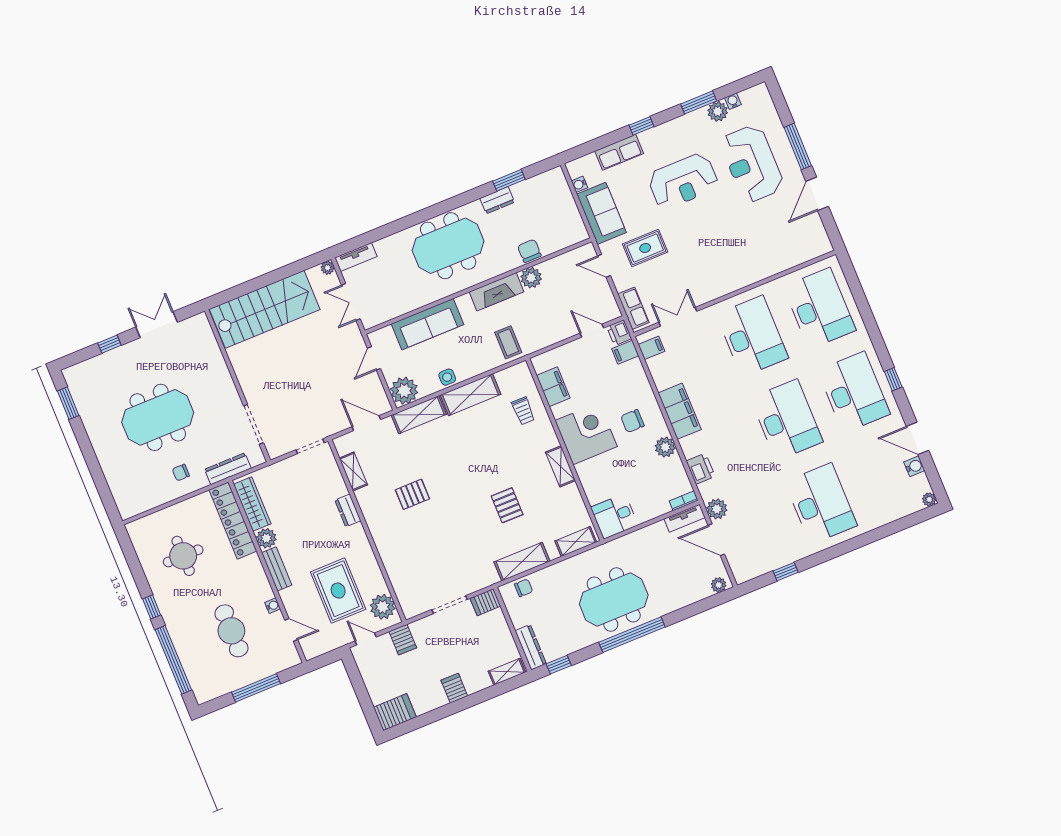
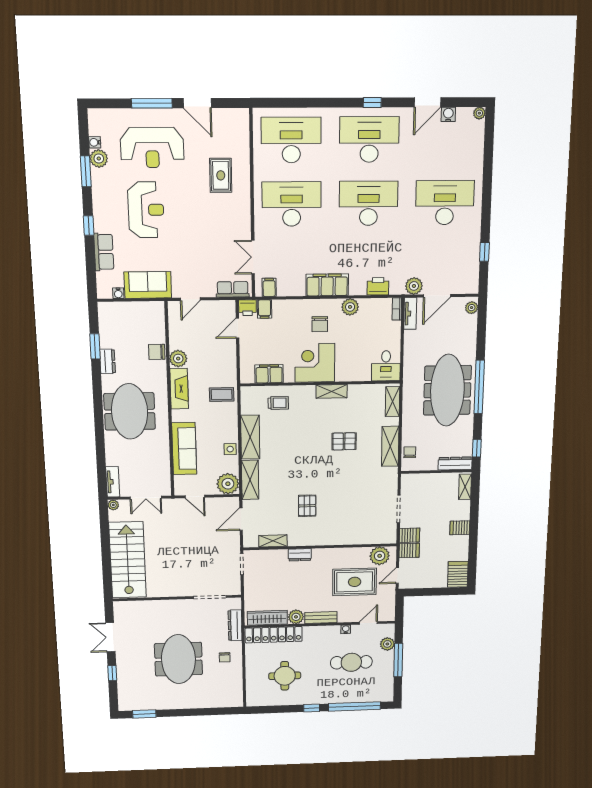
rug: (645, 248) -> (221, 175), moved
meeting table: (614, 600) -> (447, 390), width x1.36
server rack: (485, 602) -> (409, 535), moved, turned -90
plant: (272, 665) -> (387, 644), added

